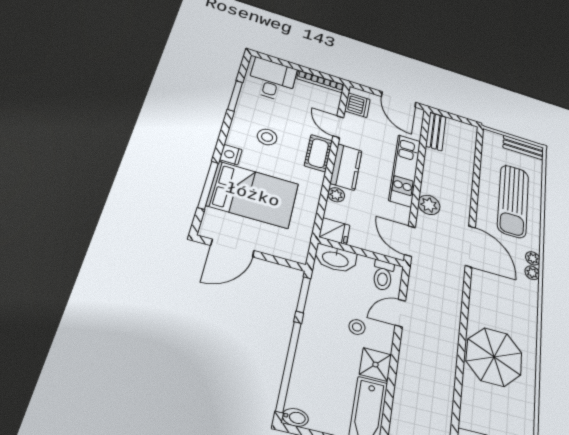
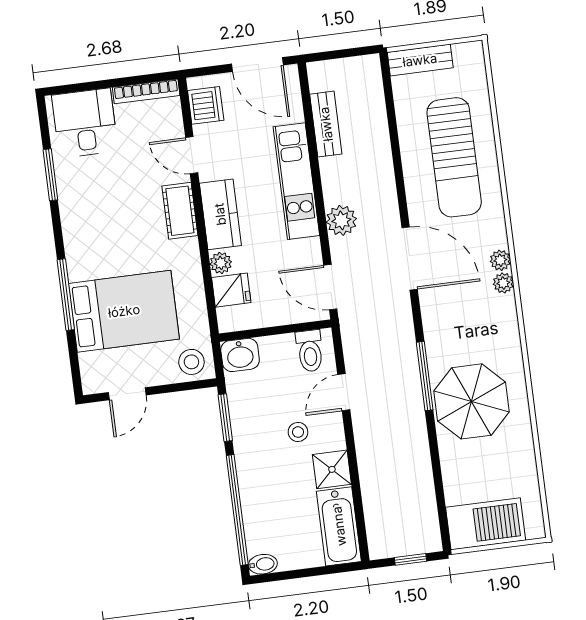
bench: (436, 132) -> (326, 124), moved
stool: (267, 137) -> (191, 362), moved
bench: (523, 148) -> (420, 60), moved
nightstand: (231, 155) -> (78, 267), removed
window: (208, 185) -> (66, 295), moved
fridge: (334, 231) -> (231, 290), moved
door: (232, 248) -> (127, 394), width x0.73
plant: (533, 258) -> (503, 283), moved
washbasin: (335, 259) -> (240, 355), width x0.72
window: (463, 326) -> (425, 376), added

